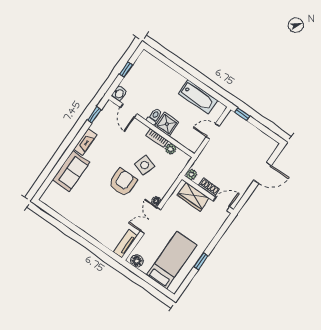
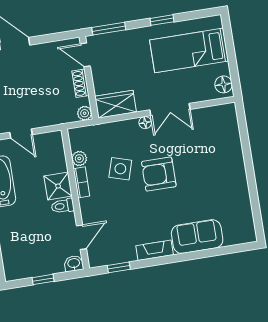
wardrobe: (193, 197) -> (116, 104), moved, turned -90
window: (223, 229) -> (109, 29), added
tv unit: (125, 244) -> (217, 112), removed

